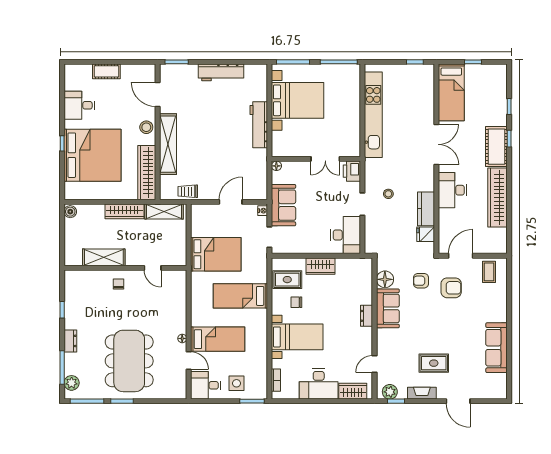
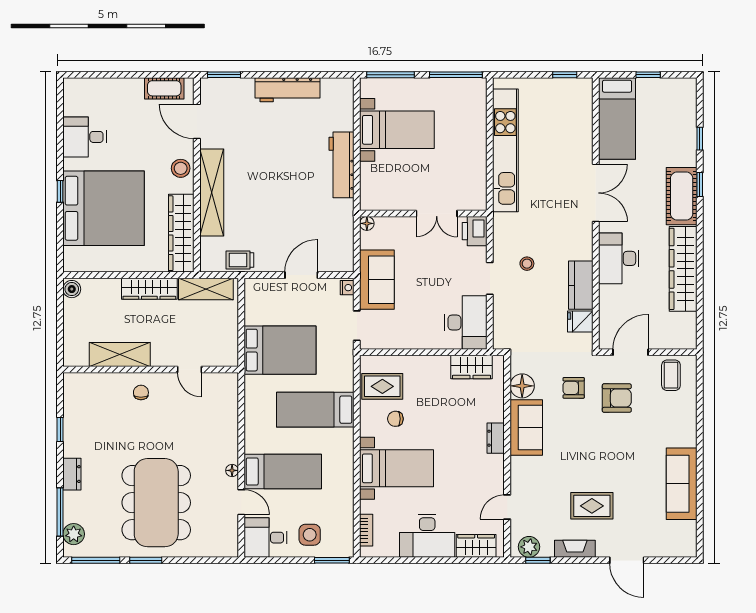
cot: (106, 71) -> (164, 88), moved
bed with nightstands: (298, 100) -> (397, 130), width x0.73
wardrobe: (321, 266) -> (471, 367), moved

